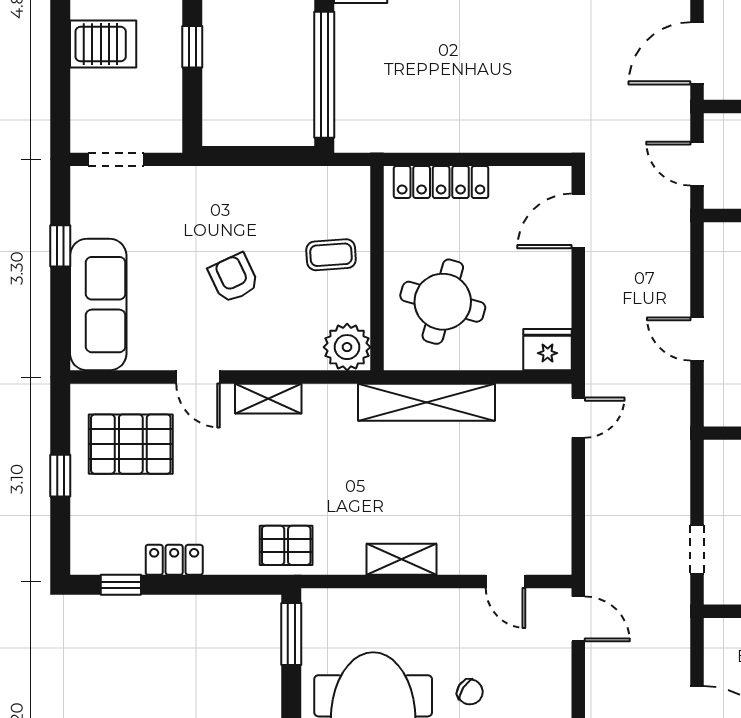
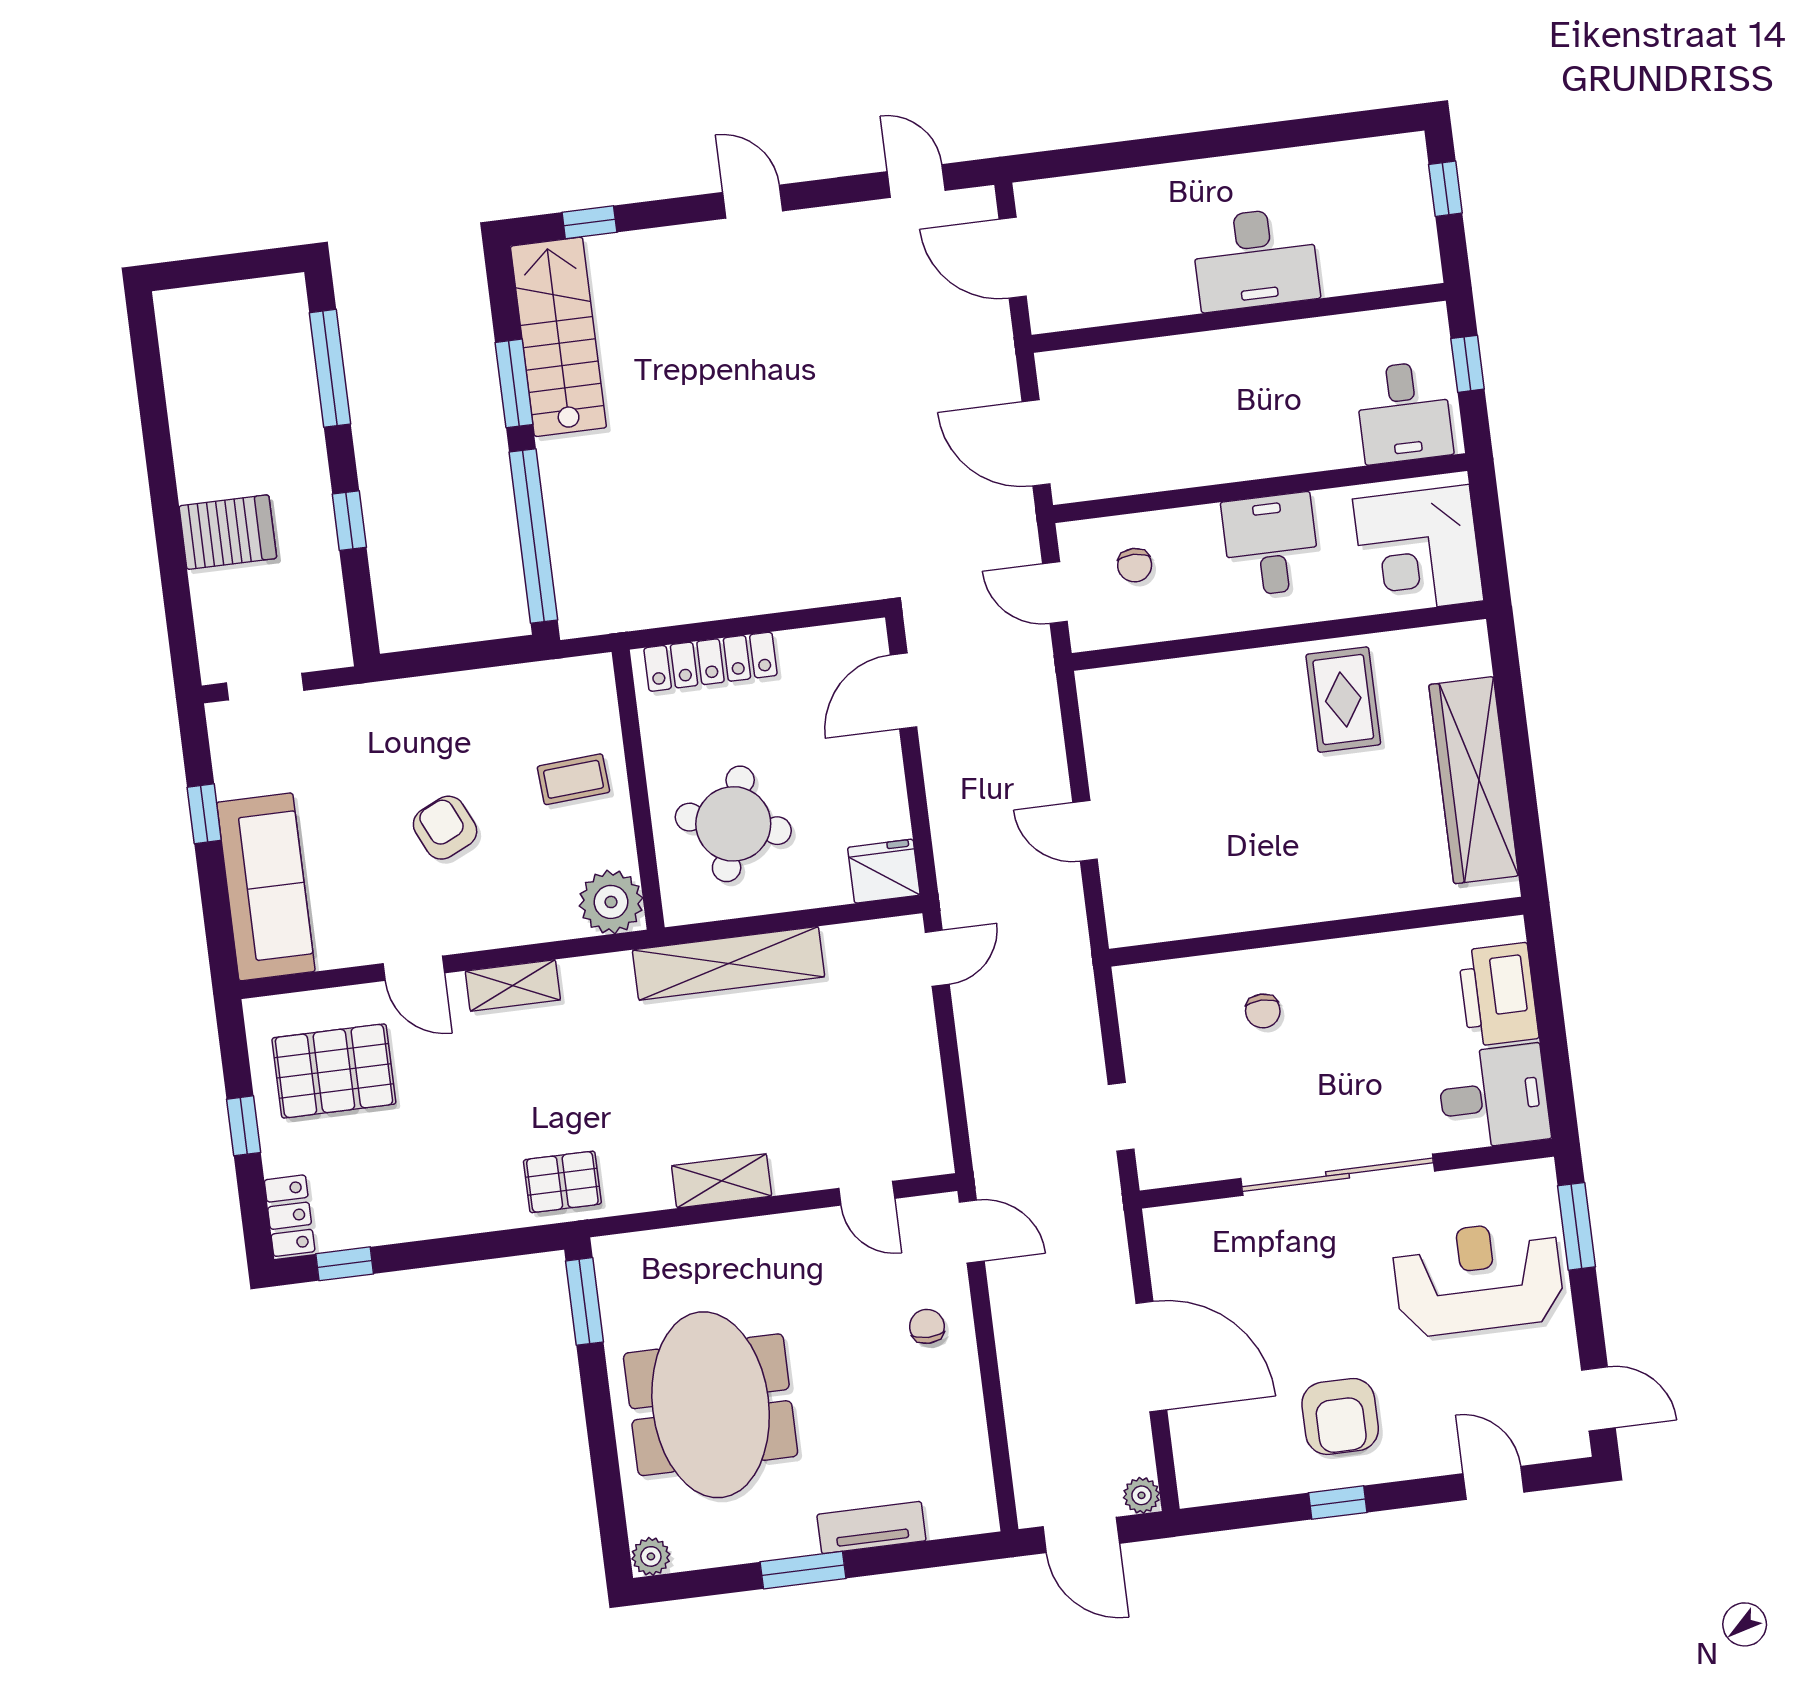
door: (697, 53) -> (1036, 443), hinge flipped
locker: (174, 560) -> (290, 1216), moved, turned 90
chair: (470, 692) -> (927, 1326), moved, turned -123

